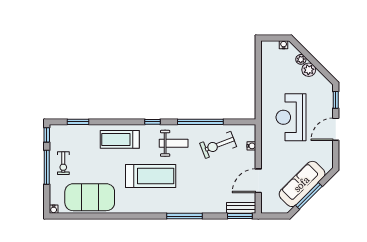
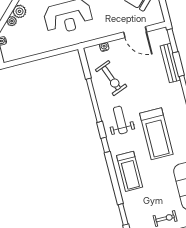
treadmill: (151, 176) -> (156, 134), turned 180
bench: (241, 208) -> (170, 63), moved, width x1.36

